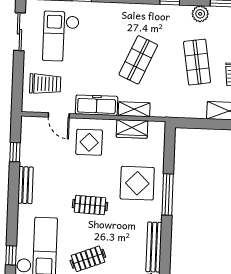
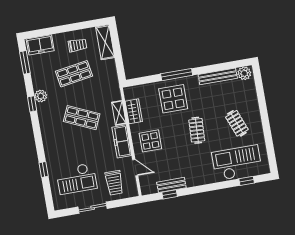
plant: (200, 14) -> (41, 96), moved
sliding door: (20, 32) -> (93, 208), moved
trolley: (45, 84) -> (114, 183), turned 180
door: (59, 115) -> (135, 168), hinge flipped
bench: (25, 185) -> (171, 185), moved

